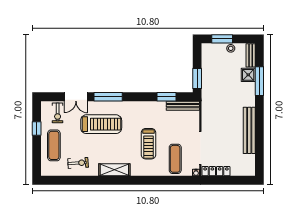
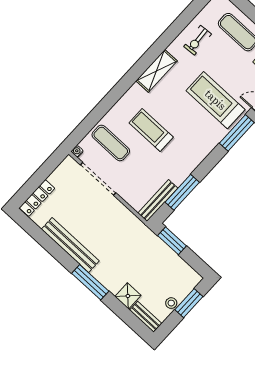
window: (259, 81) -> (90, 282), moved
window: (166, 97) -> (182, 192), width x1.44
treadmill: (101, 124) -> (215, 100), turned 90
locker: (216, 171) -> (37, 198), moved

